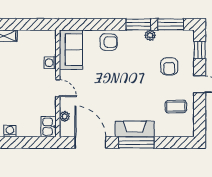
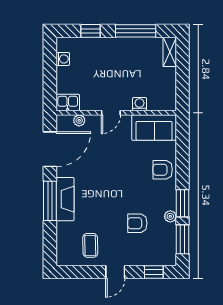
armchair: (109, 42) -> (163, 170), turned 90
armchair: (169, 66) -> (137, 223), moved

